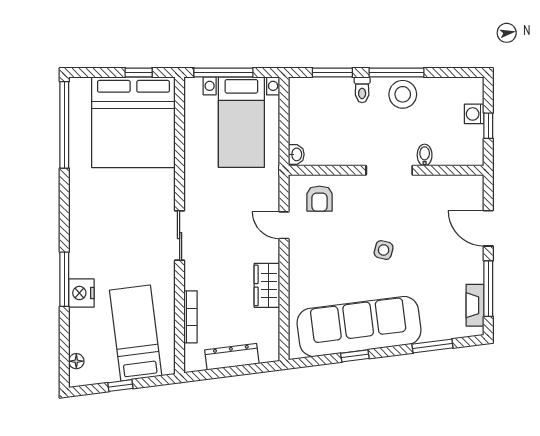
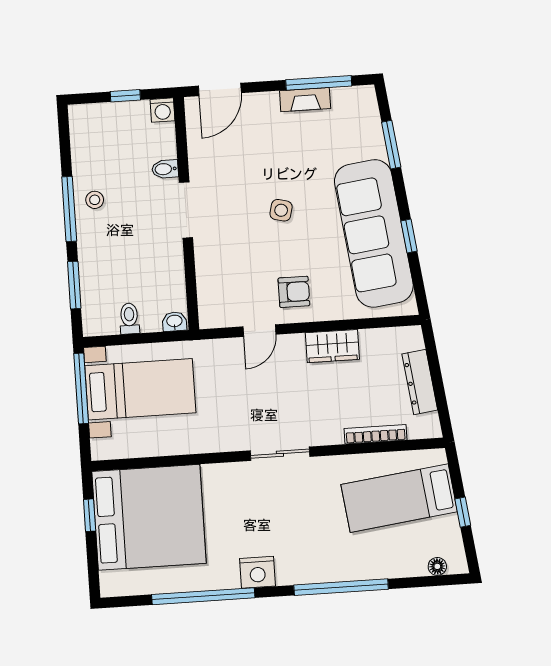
window: (223, 72) -> (81, 388), moved
toilet: (362, 90) -> (129, 319), moved, turned -90
stool: (403, 94) -> (95, 200), width x0.53, depth x0.53
washing machine: (474, 114) -> (163, 110), moved
window: (64, 125) -> (203, 596), moved
armchair: (319, 199) -> (294, 292), moved
door: (488, 228) -> (220, 89), moved
window: (64, 279) -> (341, 587), width x1.46
nightstand: (81, 293) -> (258, 572), moved
fireplace: (475, 305) -> (305, 100), moved

